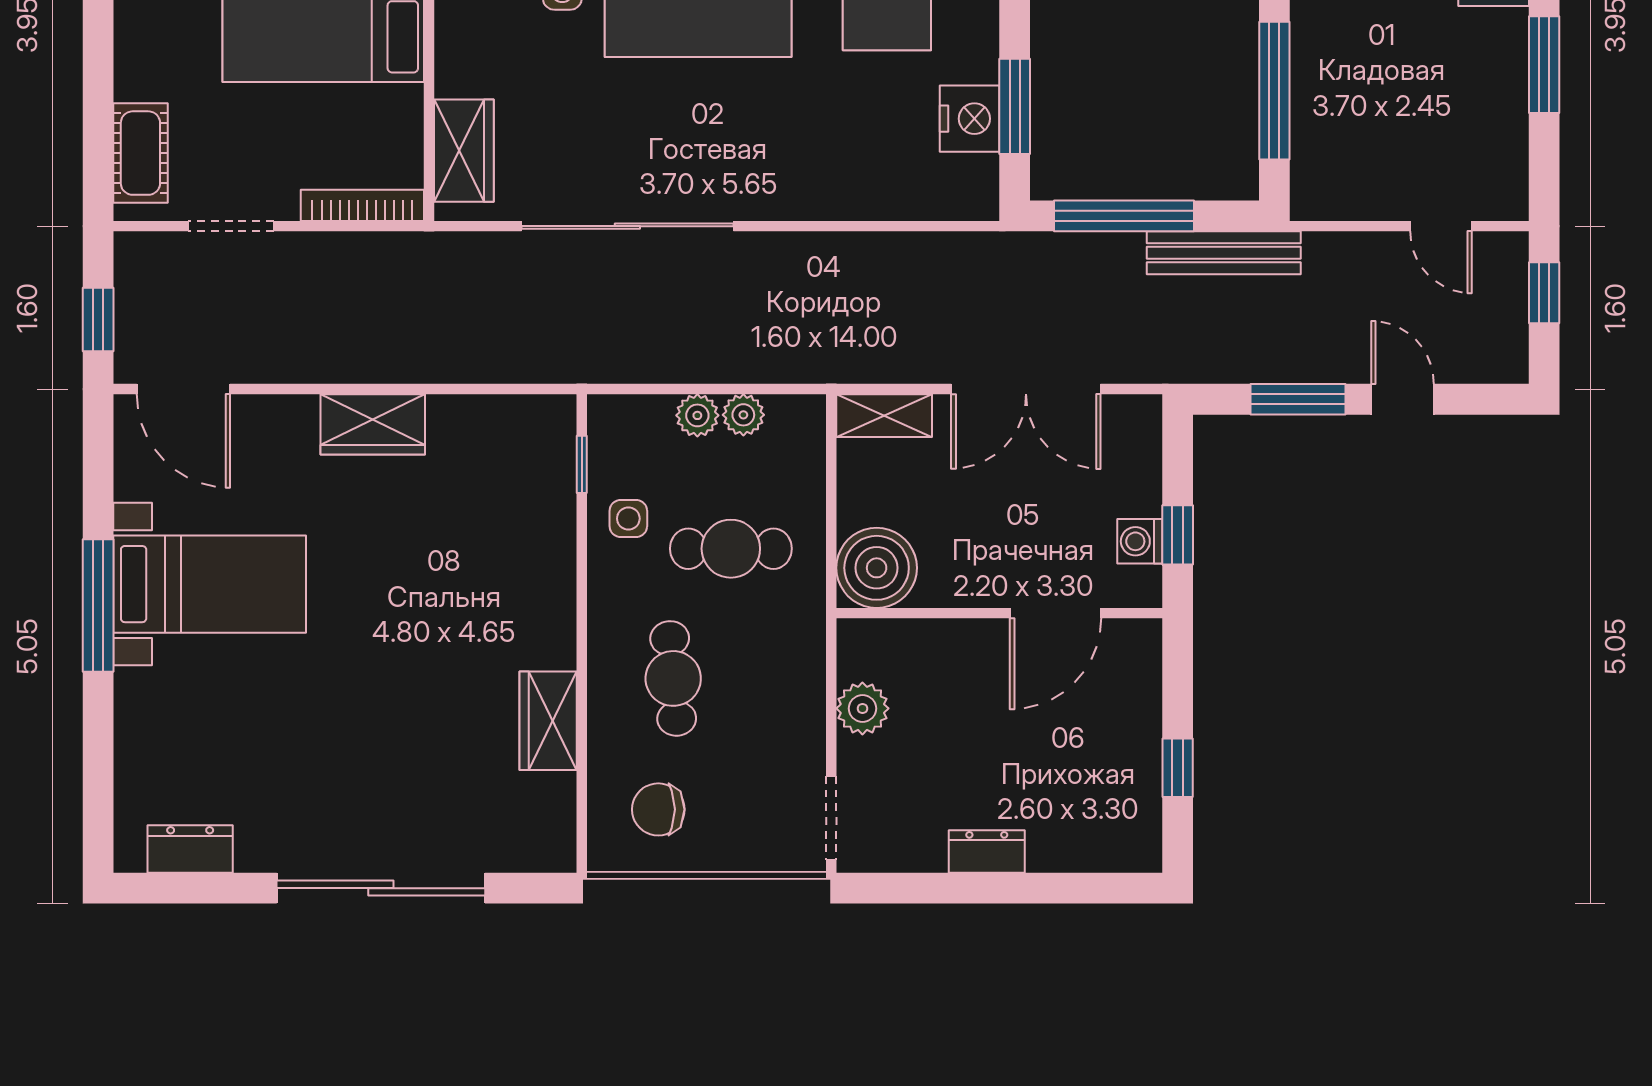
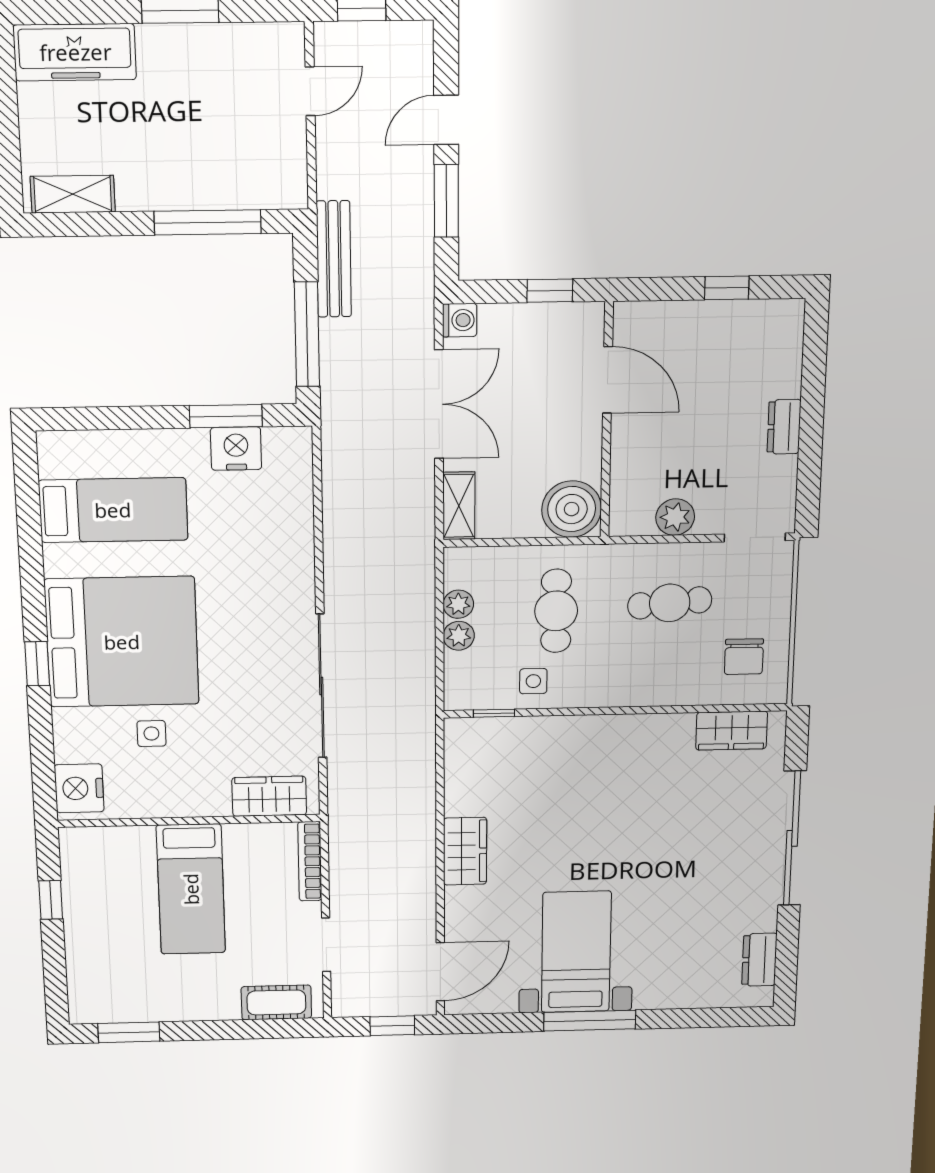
washing machine: (1140, 541) -> (460, 320), moved, turned -90
cafe table: (673, 678) -> (670, 603), moved
wardrobe: (548, 721) -> (732, 731), moved

